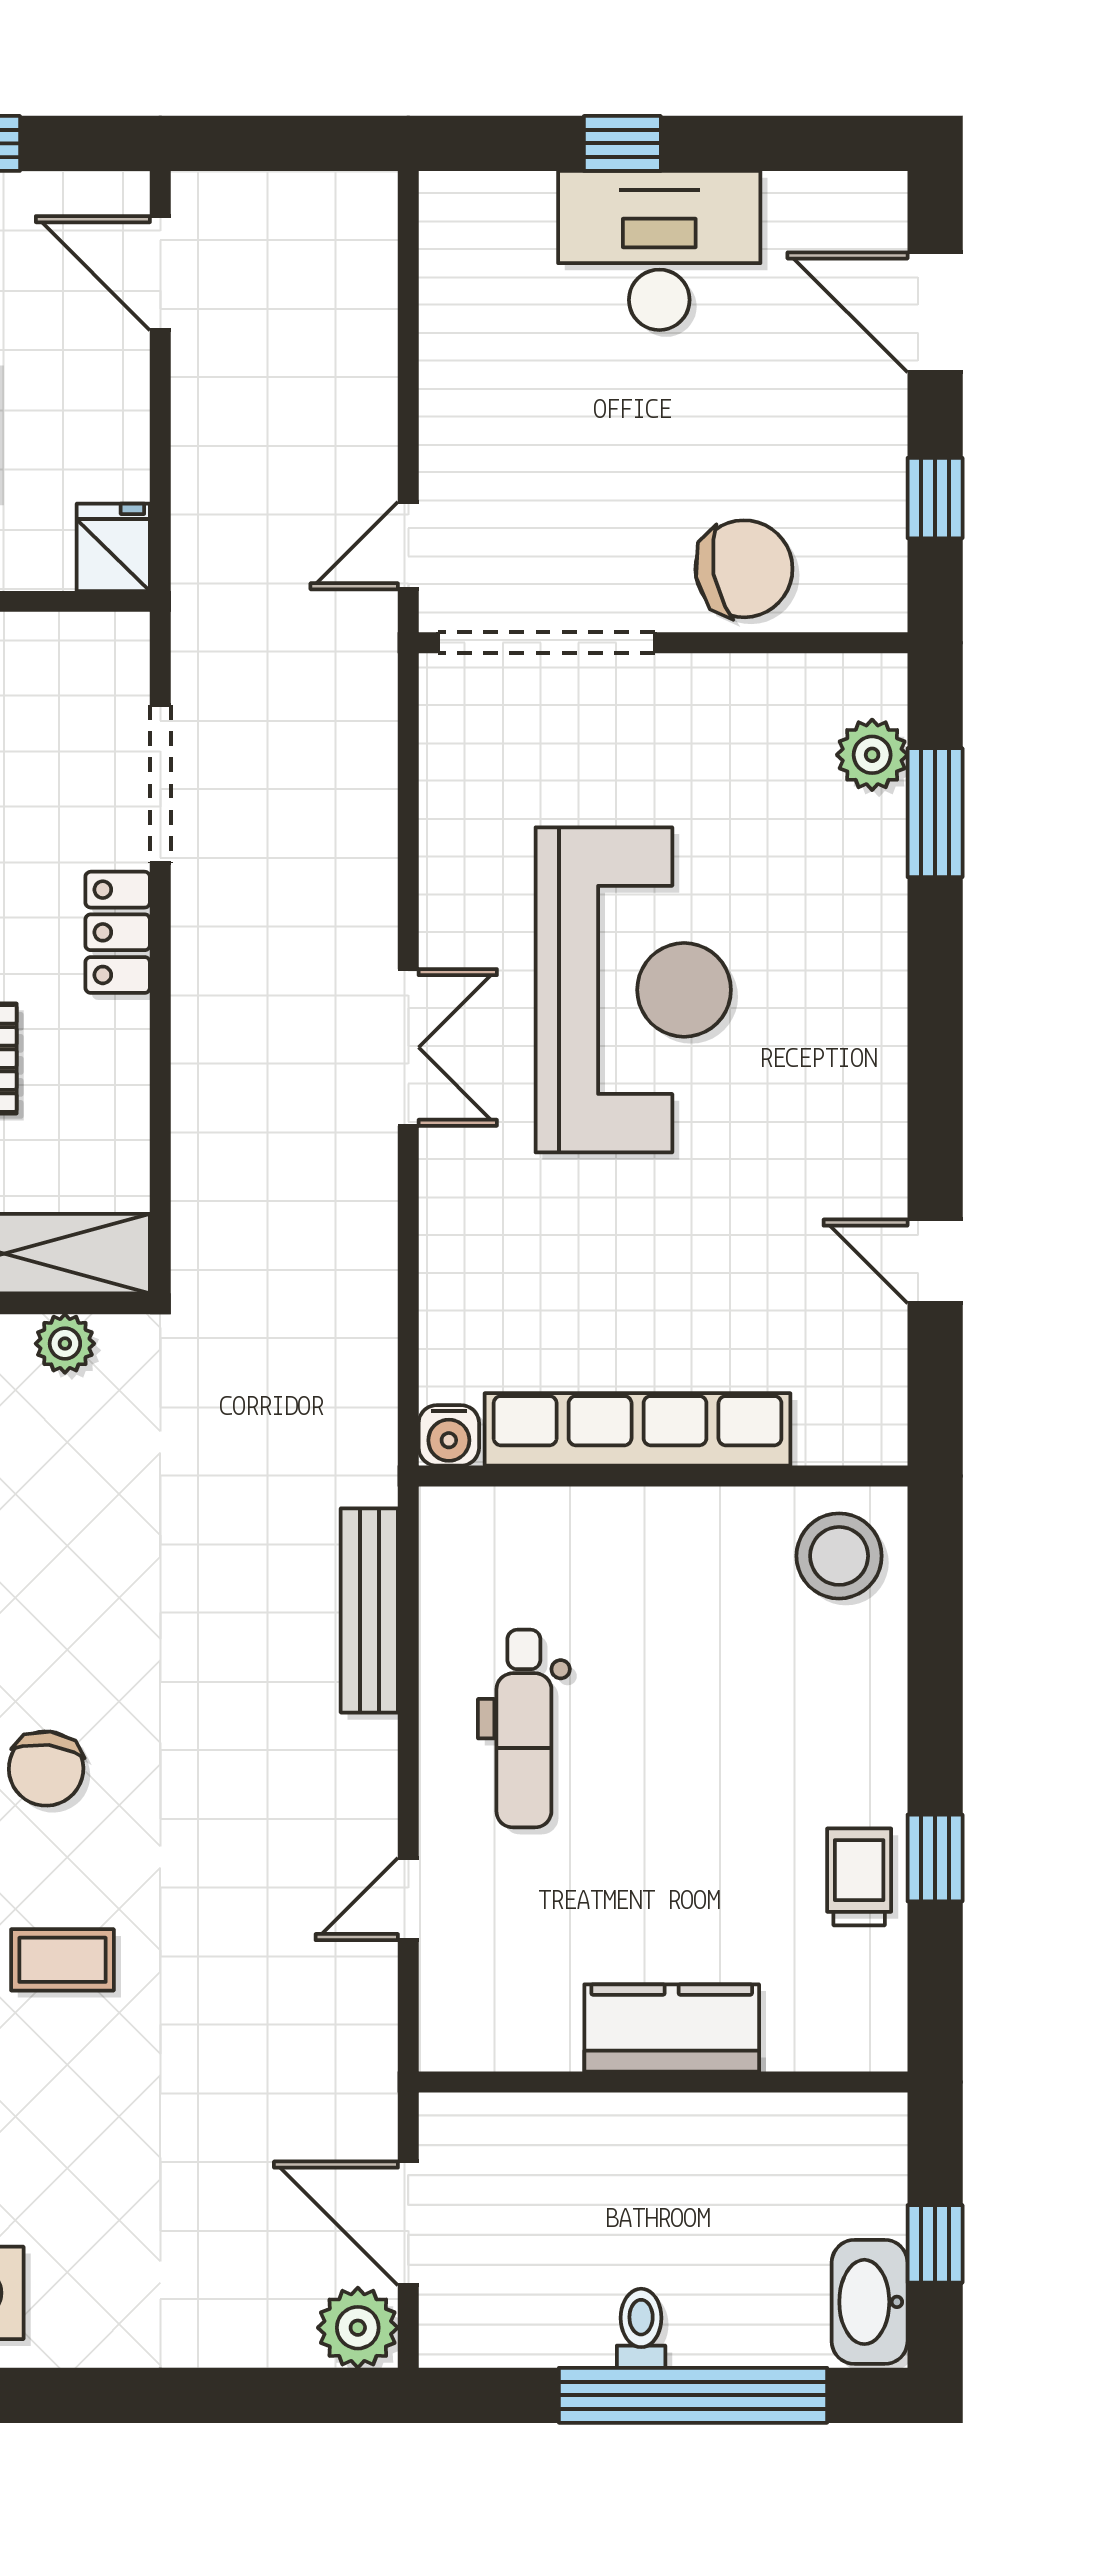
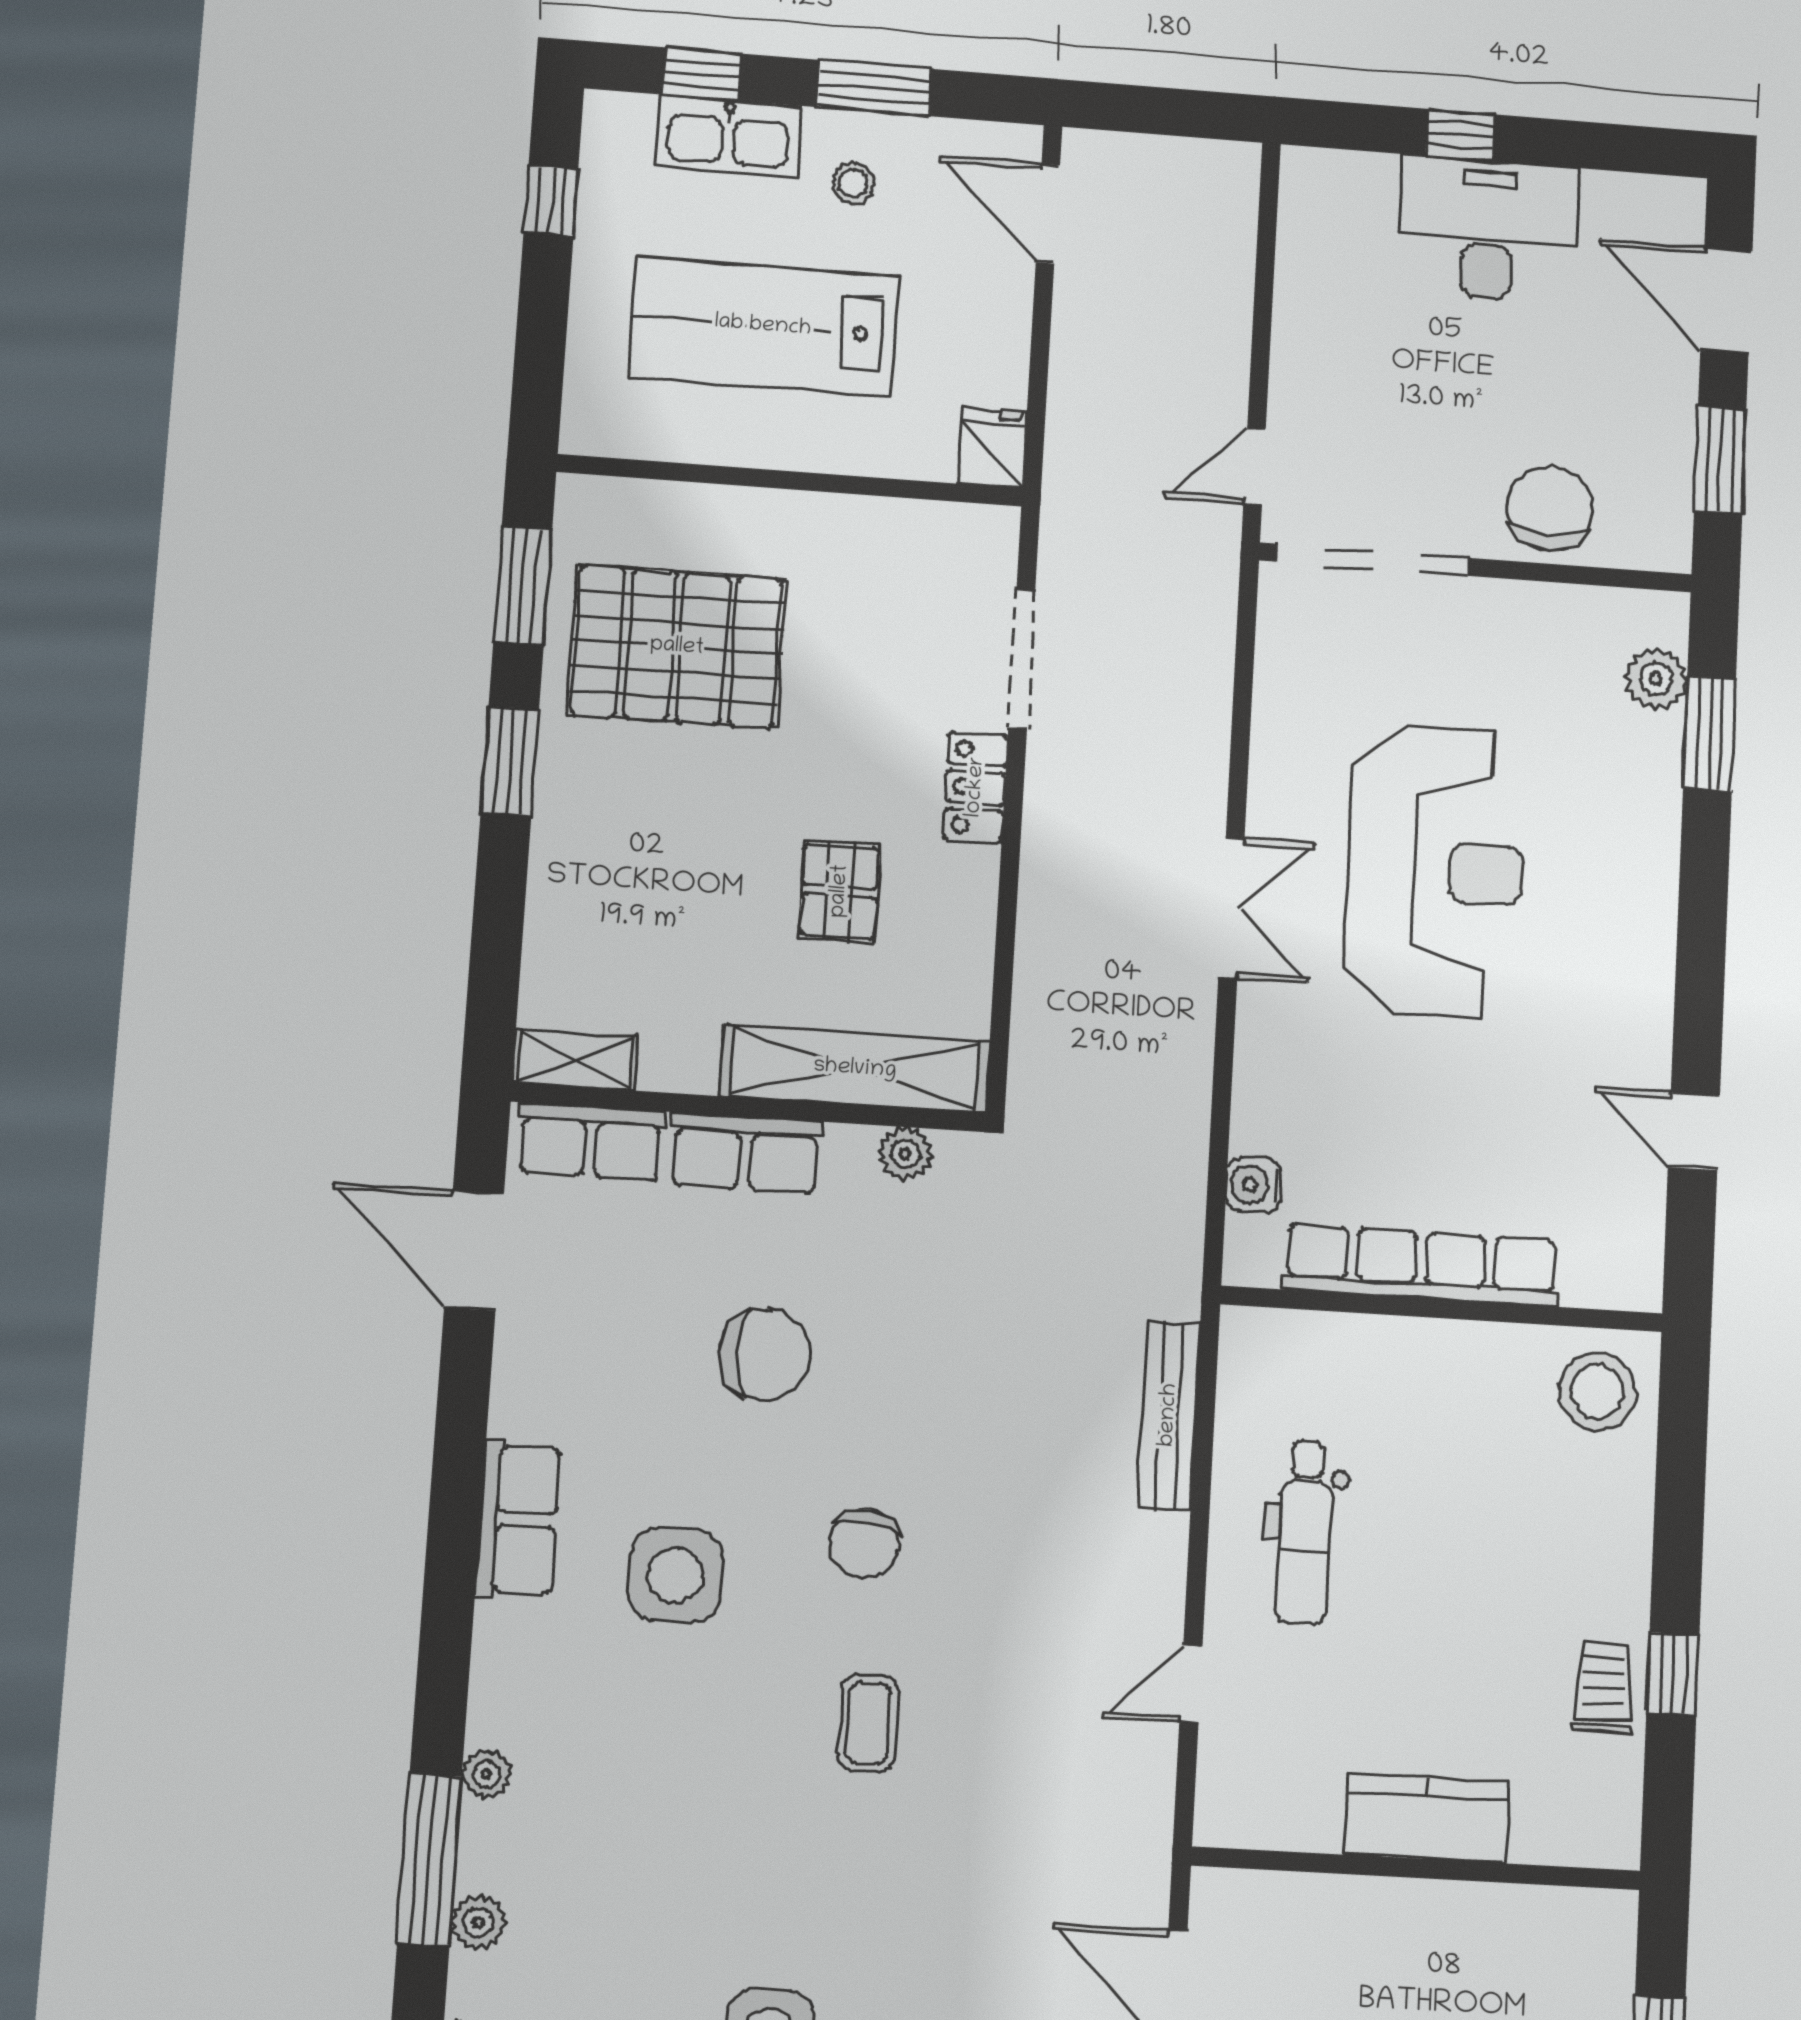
window: (935, 498) -> (1720, 460), width x1.50
chair: (744, 569) -> (1550, 509), turned -80
water cooler: (449, 1435) -> (1254, 1185), moved, turned 90
coffee table: (62, 1960) -> (868, 1723), turned 90

